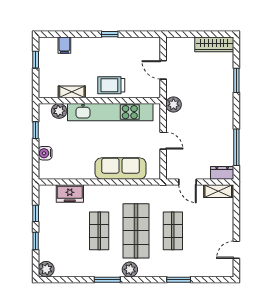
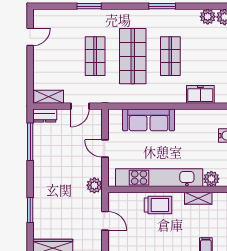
door: (188, 182) -> (80, 106), swing flipped
plant: (130, 269) -> (208, 17), moved

